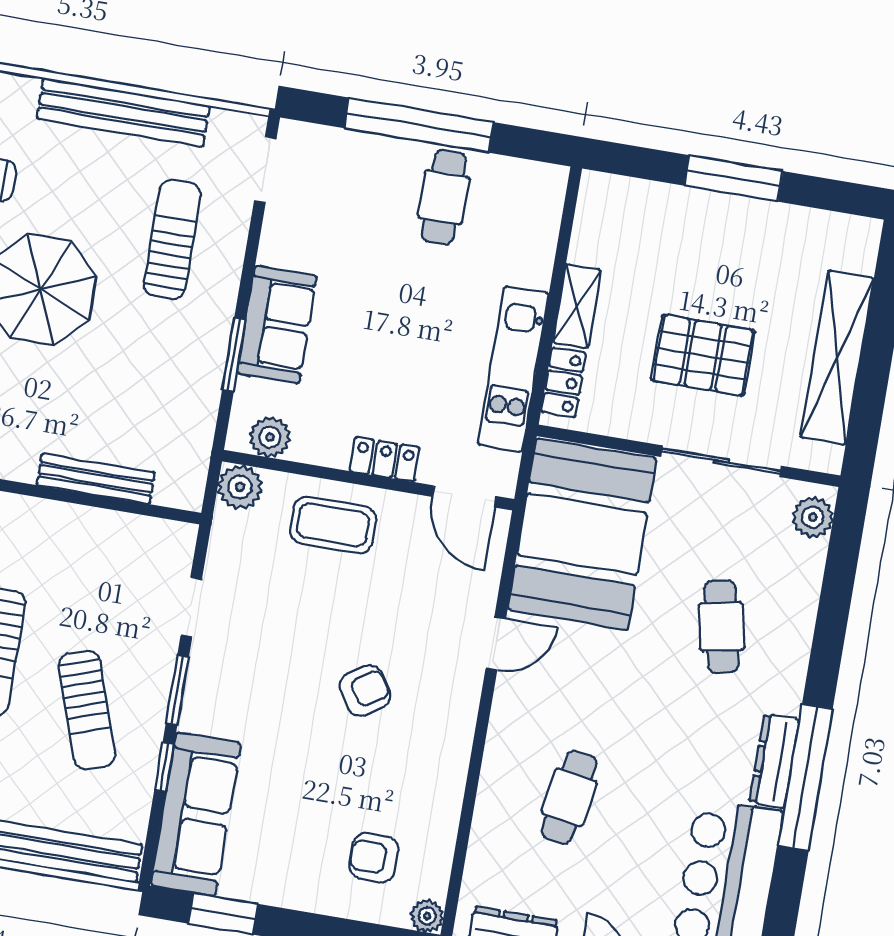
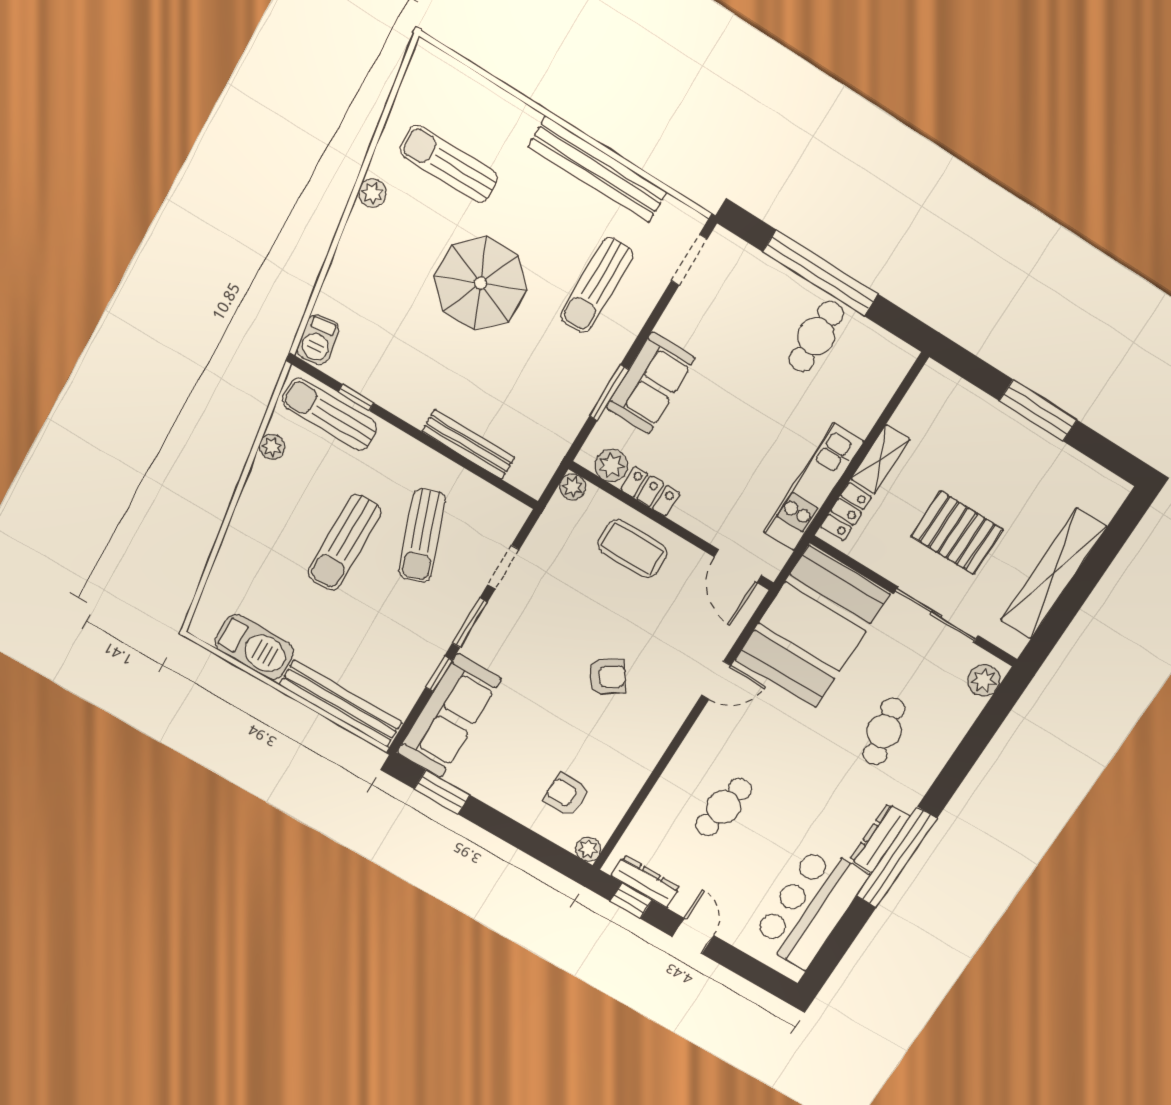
sun lounger: (172, 239) -> (597, 285), turned 180
locker: (385, 459) -> (650, 491), moved
plant: (240, 487) -> (573, 487), width x0.73, depth x0.73
sun lounger: (87, 710) -> (422, 536), moved

